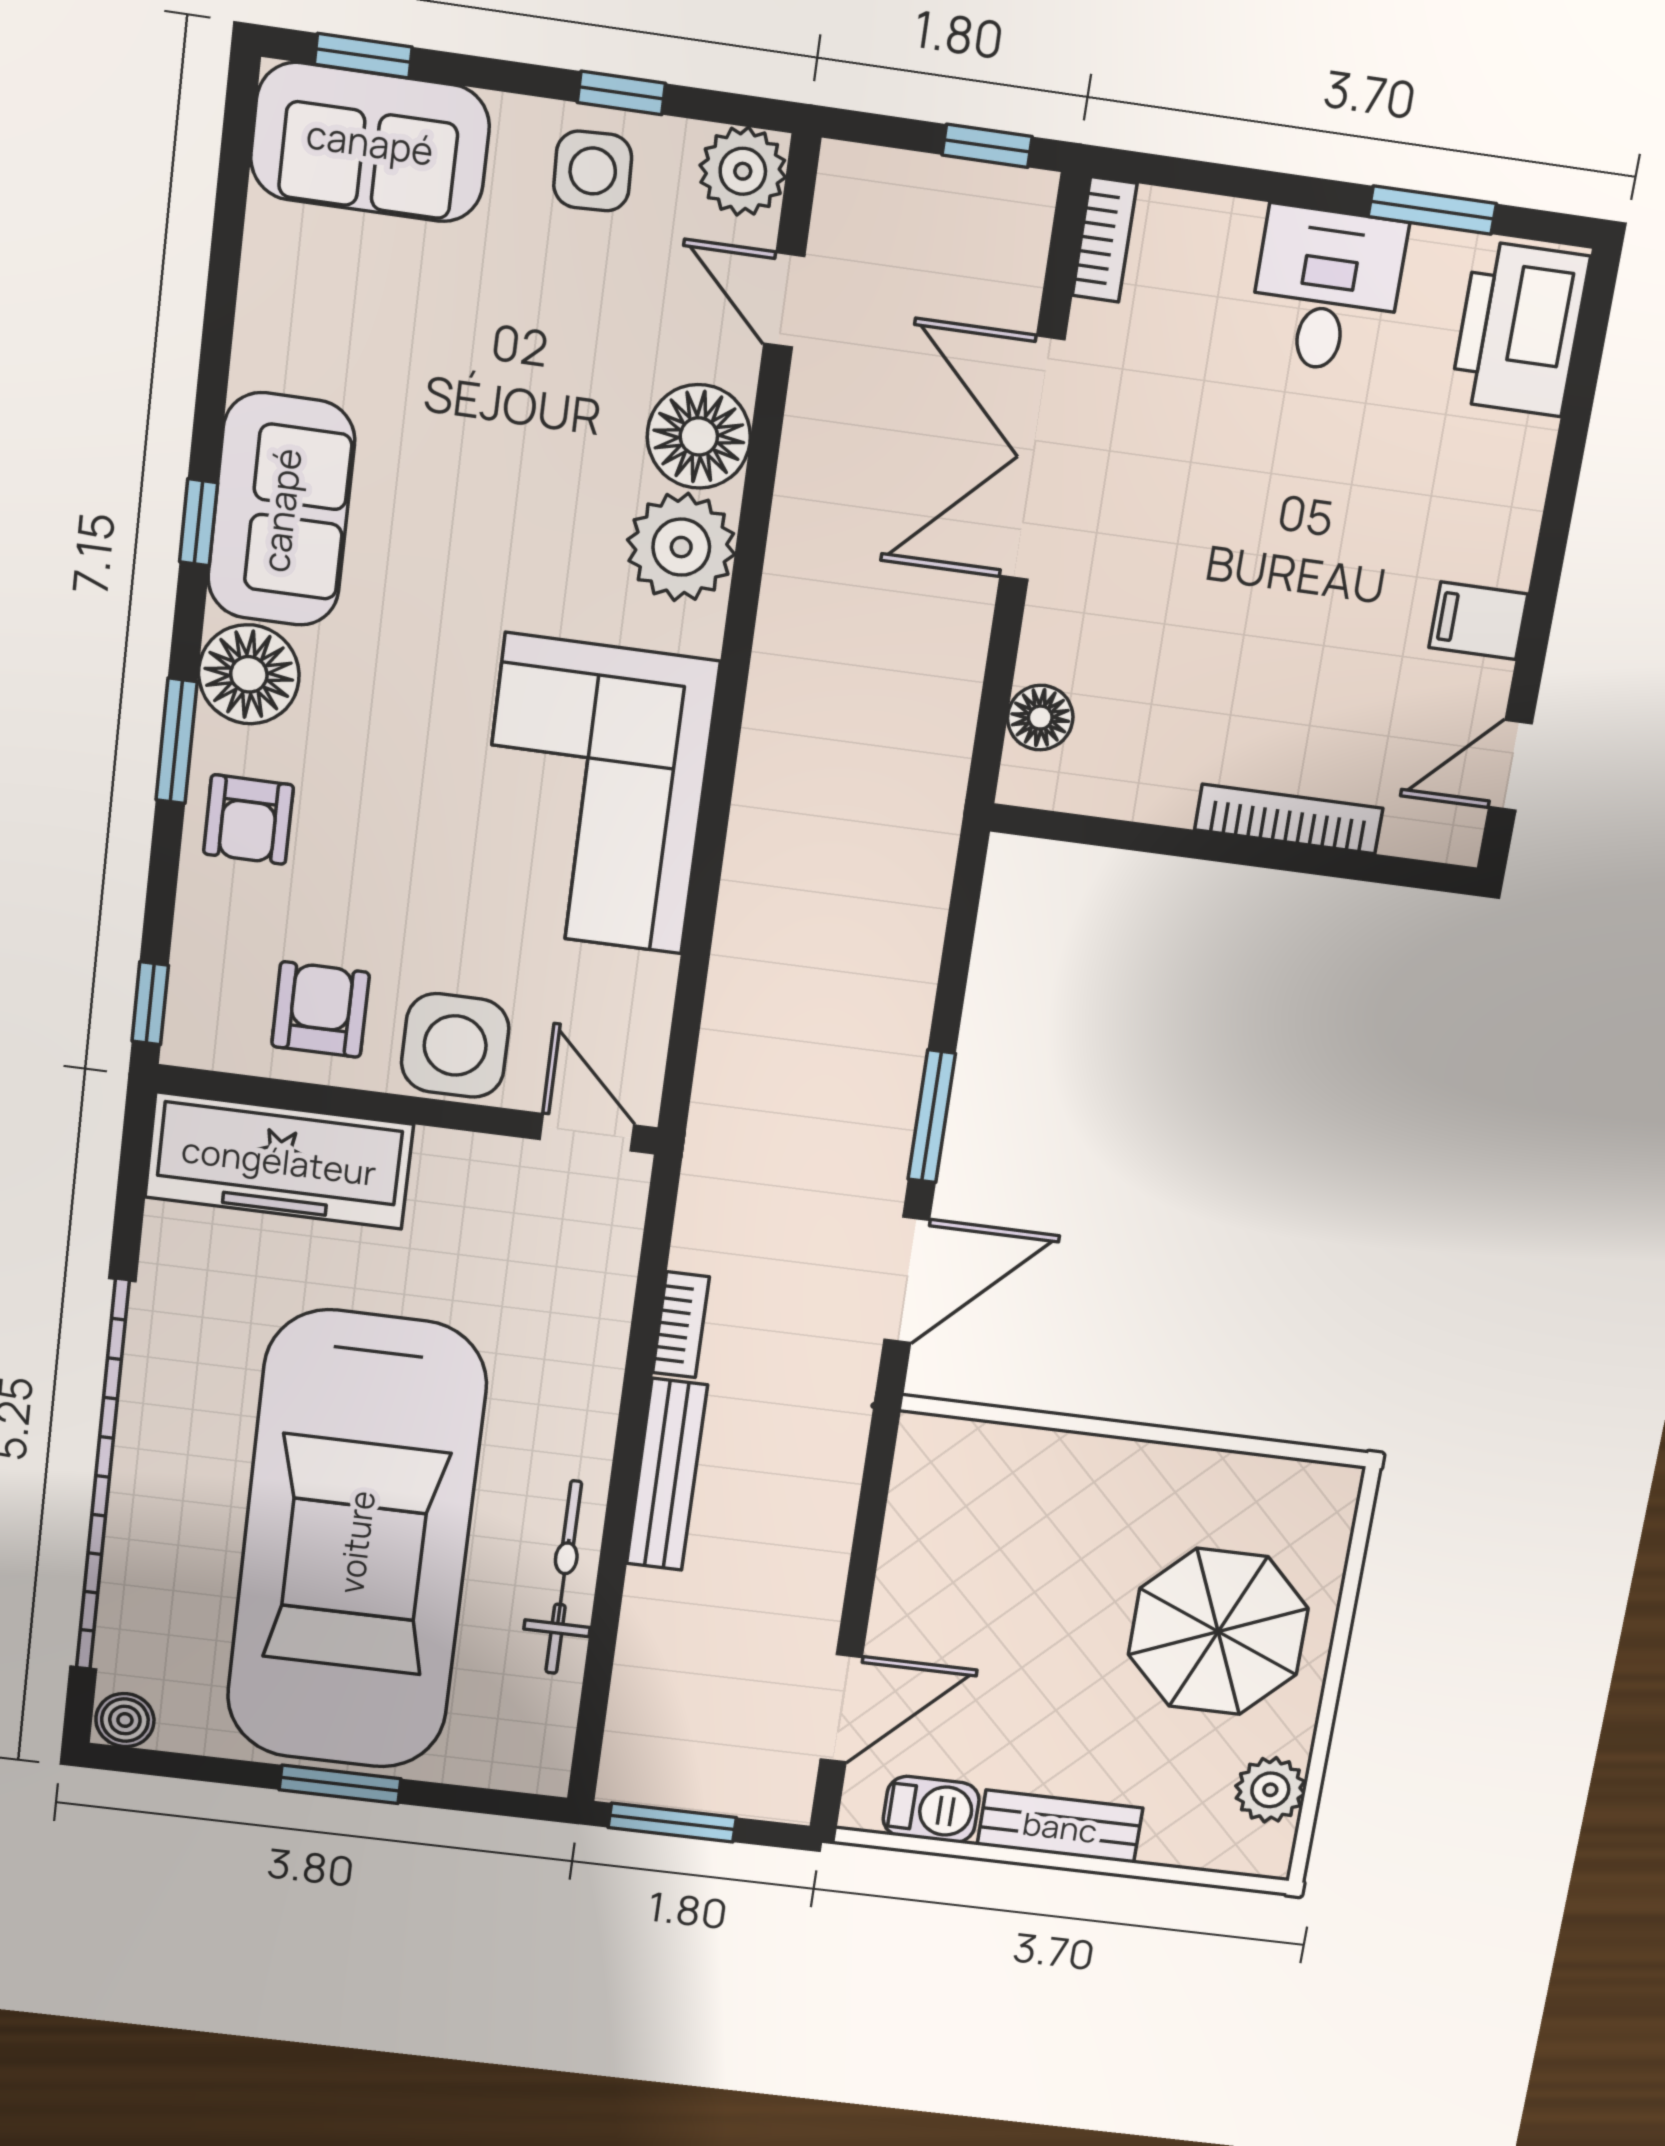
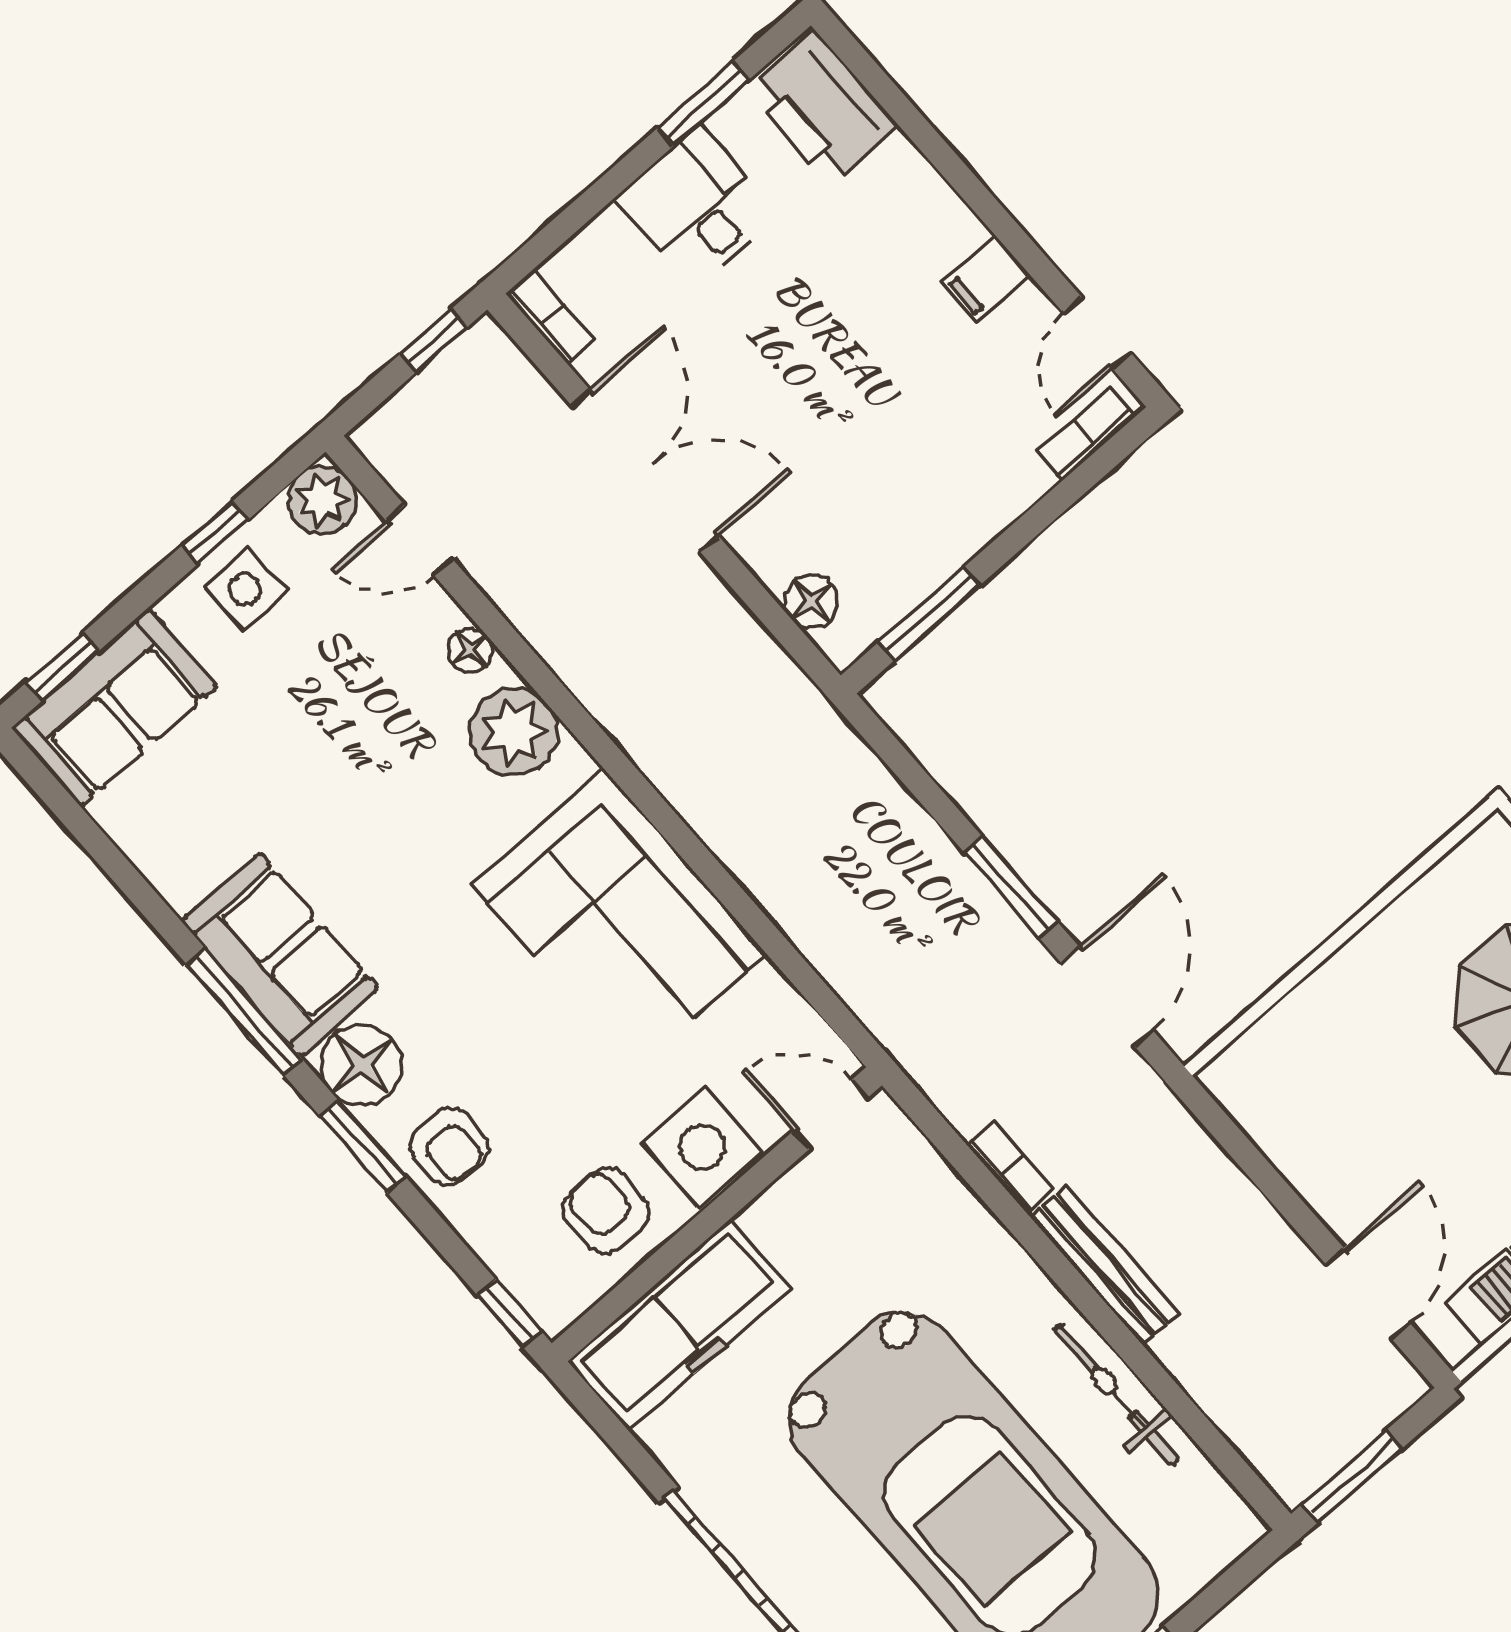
floor lamp: (699, 436) -> (471, 650), width x0.53, depth x0.53
double door: (1032, 459) -> (645, 471), swing flipped
window: (199, 522) -> (244, 1012), width x2.17
bookcase: (1289, 819) -> (1086, 435), moved, width x0.64
window: (1120, 834) -> (929, 614), added

